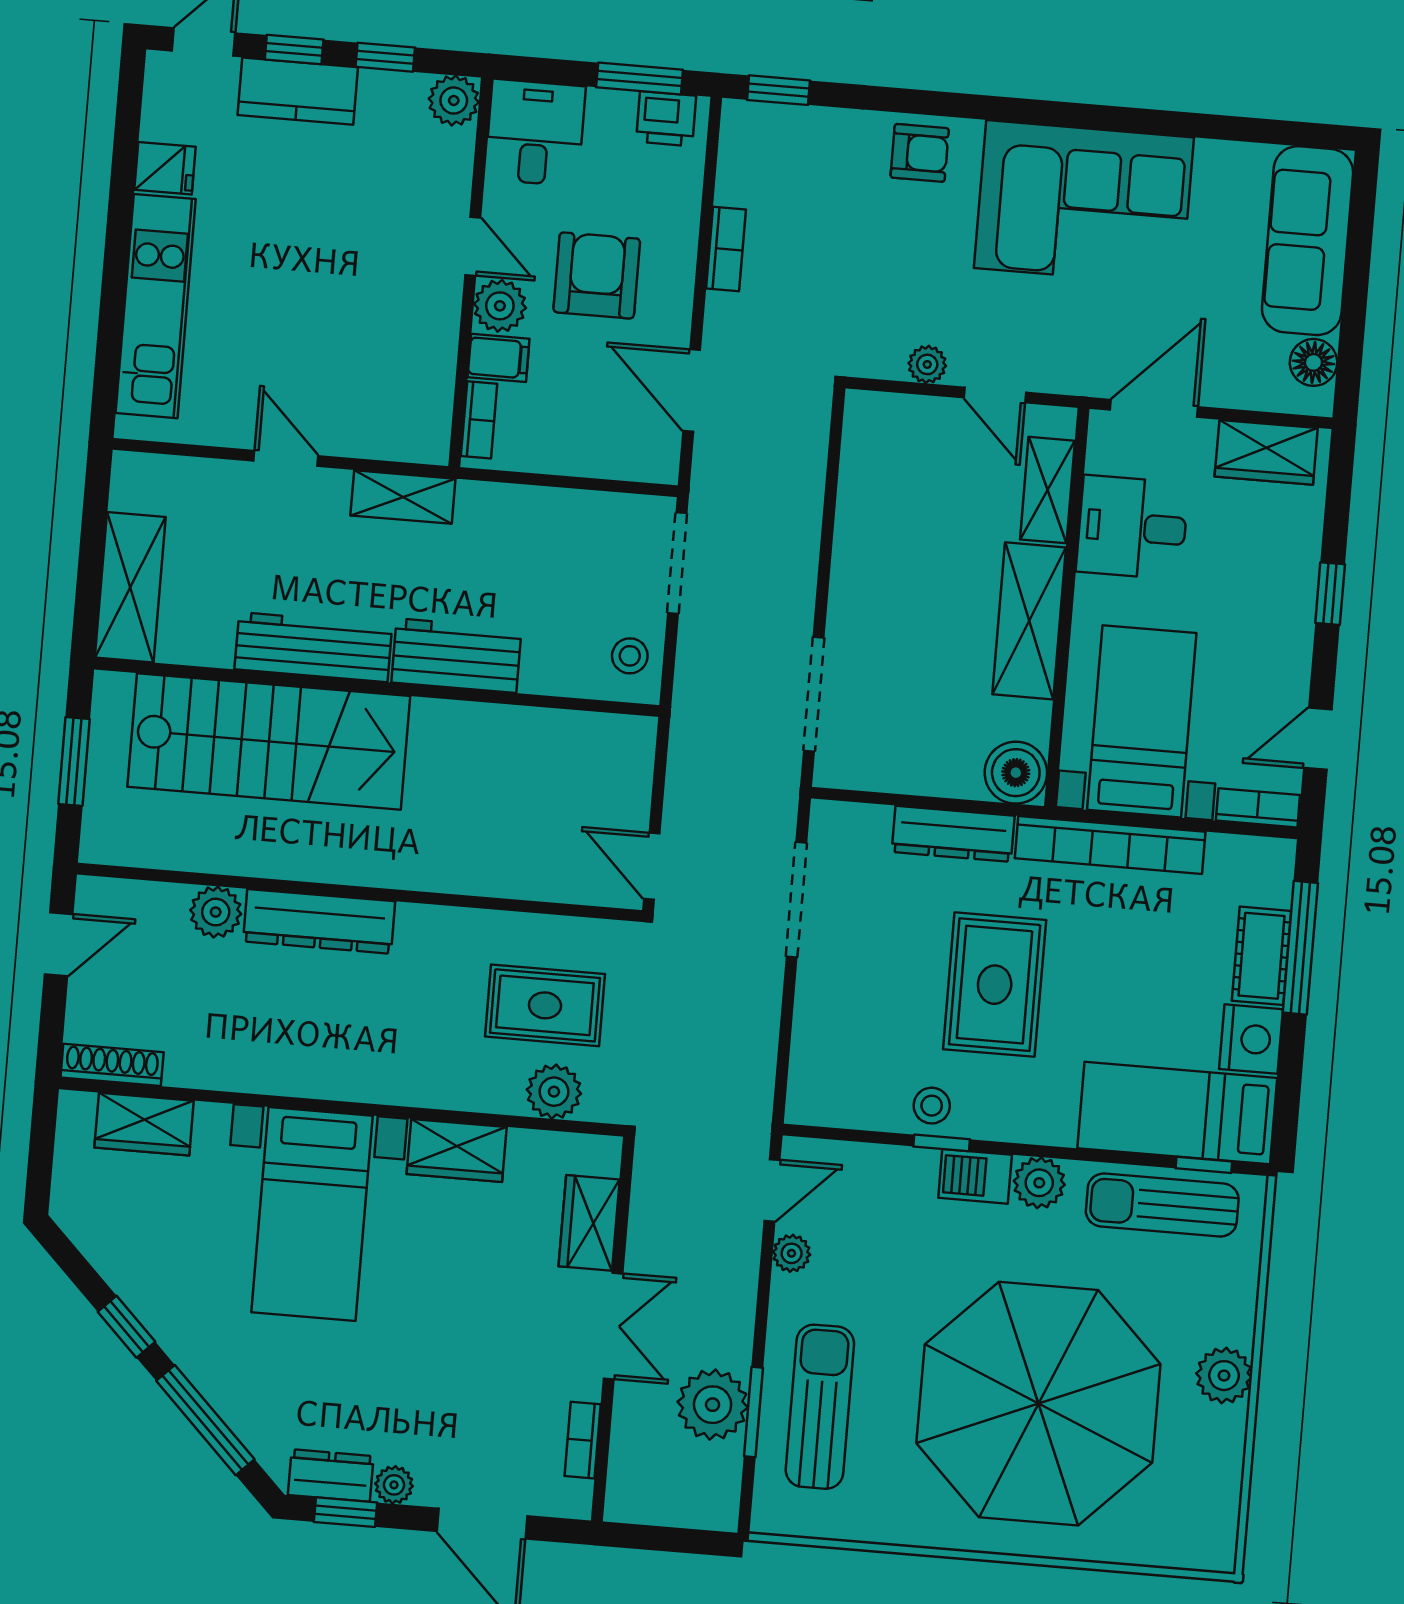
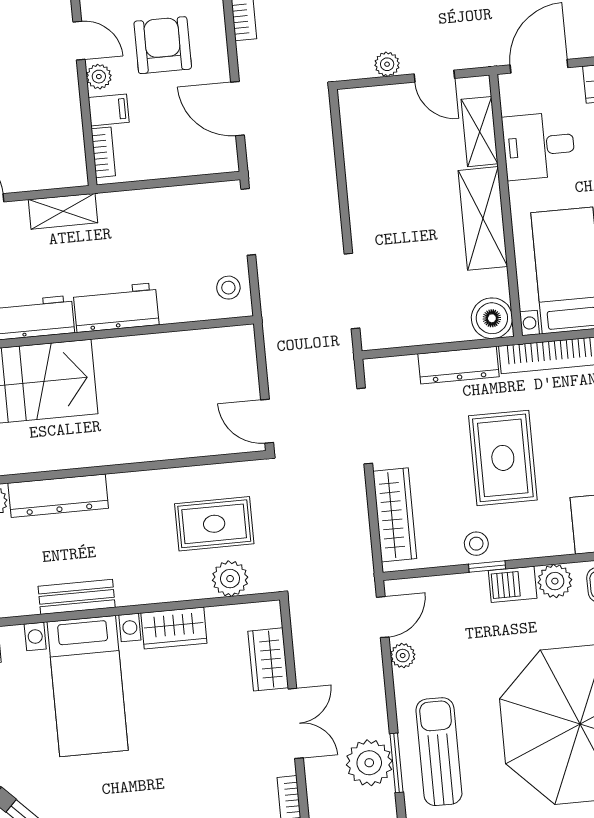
plant: (500, 306) -> (99, 77), width x0.73, depth x0.73
wardrobe: (817, 1041) -> (395, 515), added
bench: (320, 1078) -> (77, 597), added

